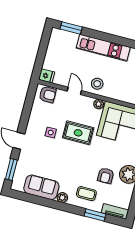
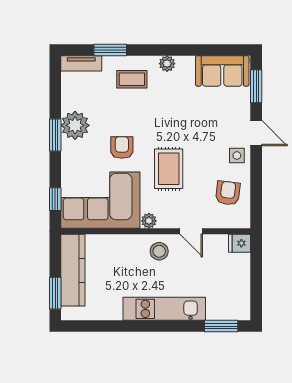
armchair: (48, 95) -> (228, 193), moved, turned 97
side table: (51, 133) -> (237, 156), moved
rug: (78, 133) -> (169, 169), turned 90
armchair: (106, 176) -> (122, 147), moved
sofa: (41, 187) -> (222, 71), moved

